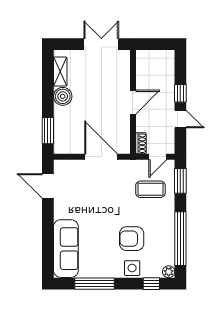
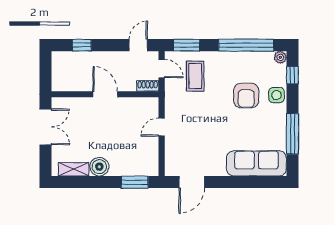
double door: (101, 44) -> (45, 127), swing flipped
window: (180, 93) -> (82, 45), moved
door: (180, 119) -> (138, 45), moved
door: (101, 157) -> (162, 127), width x0.53

